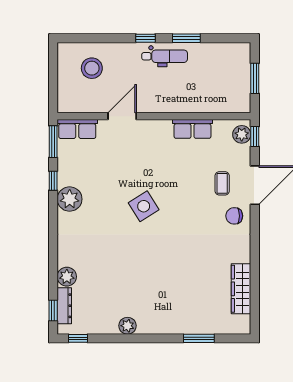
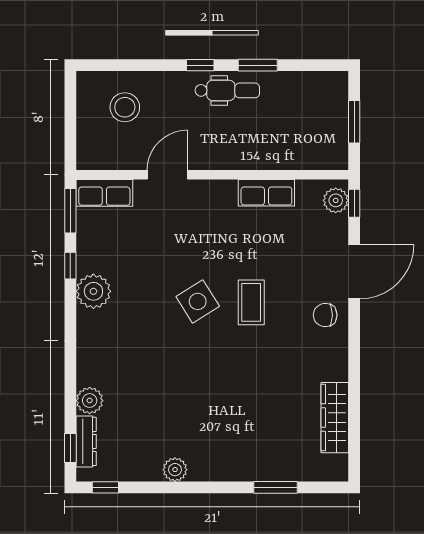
coffee table: (222, 183) -> (251, 302), moved, width x1.36, depth x1.30

